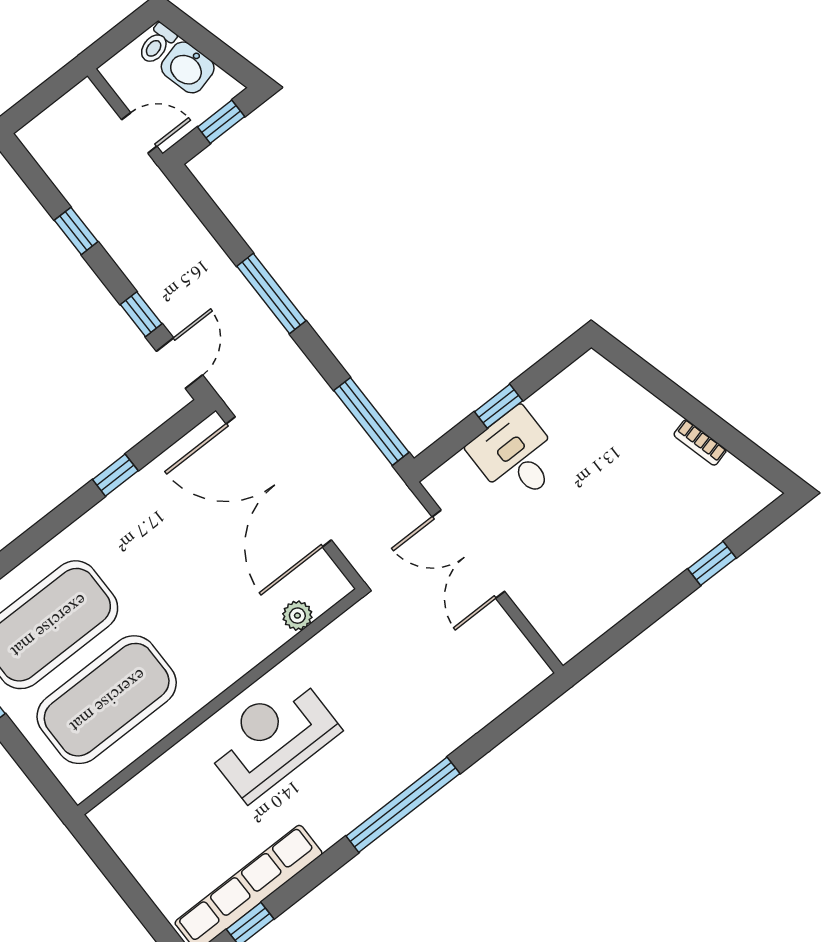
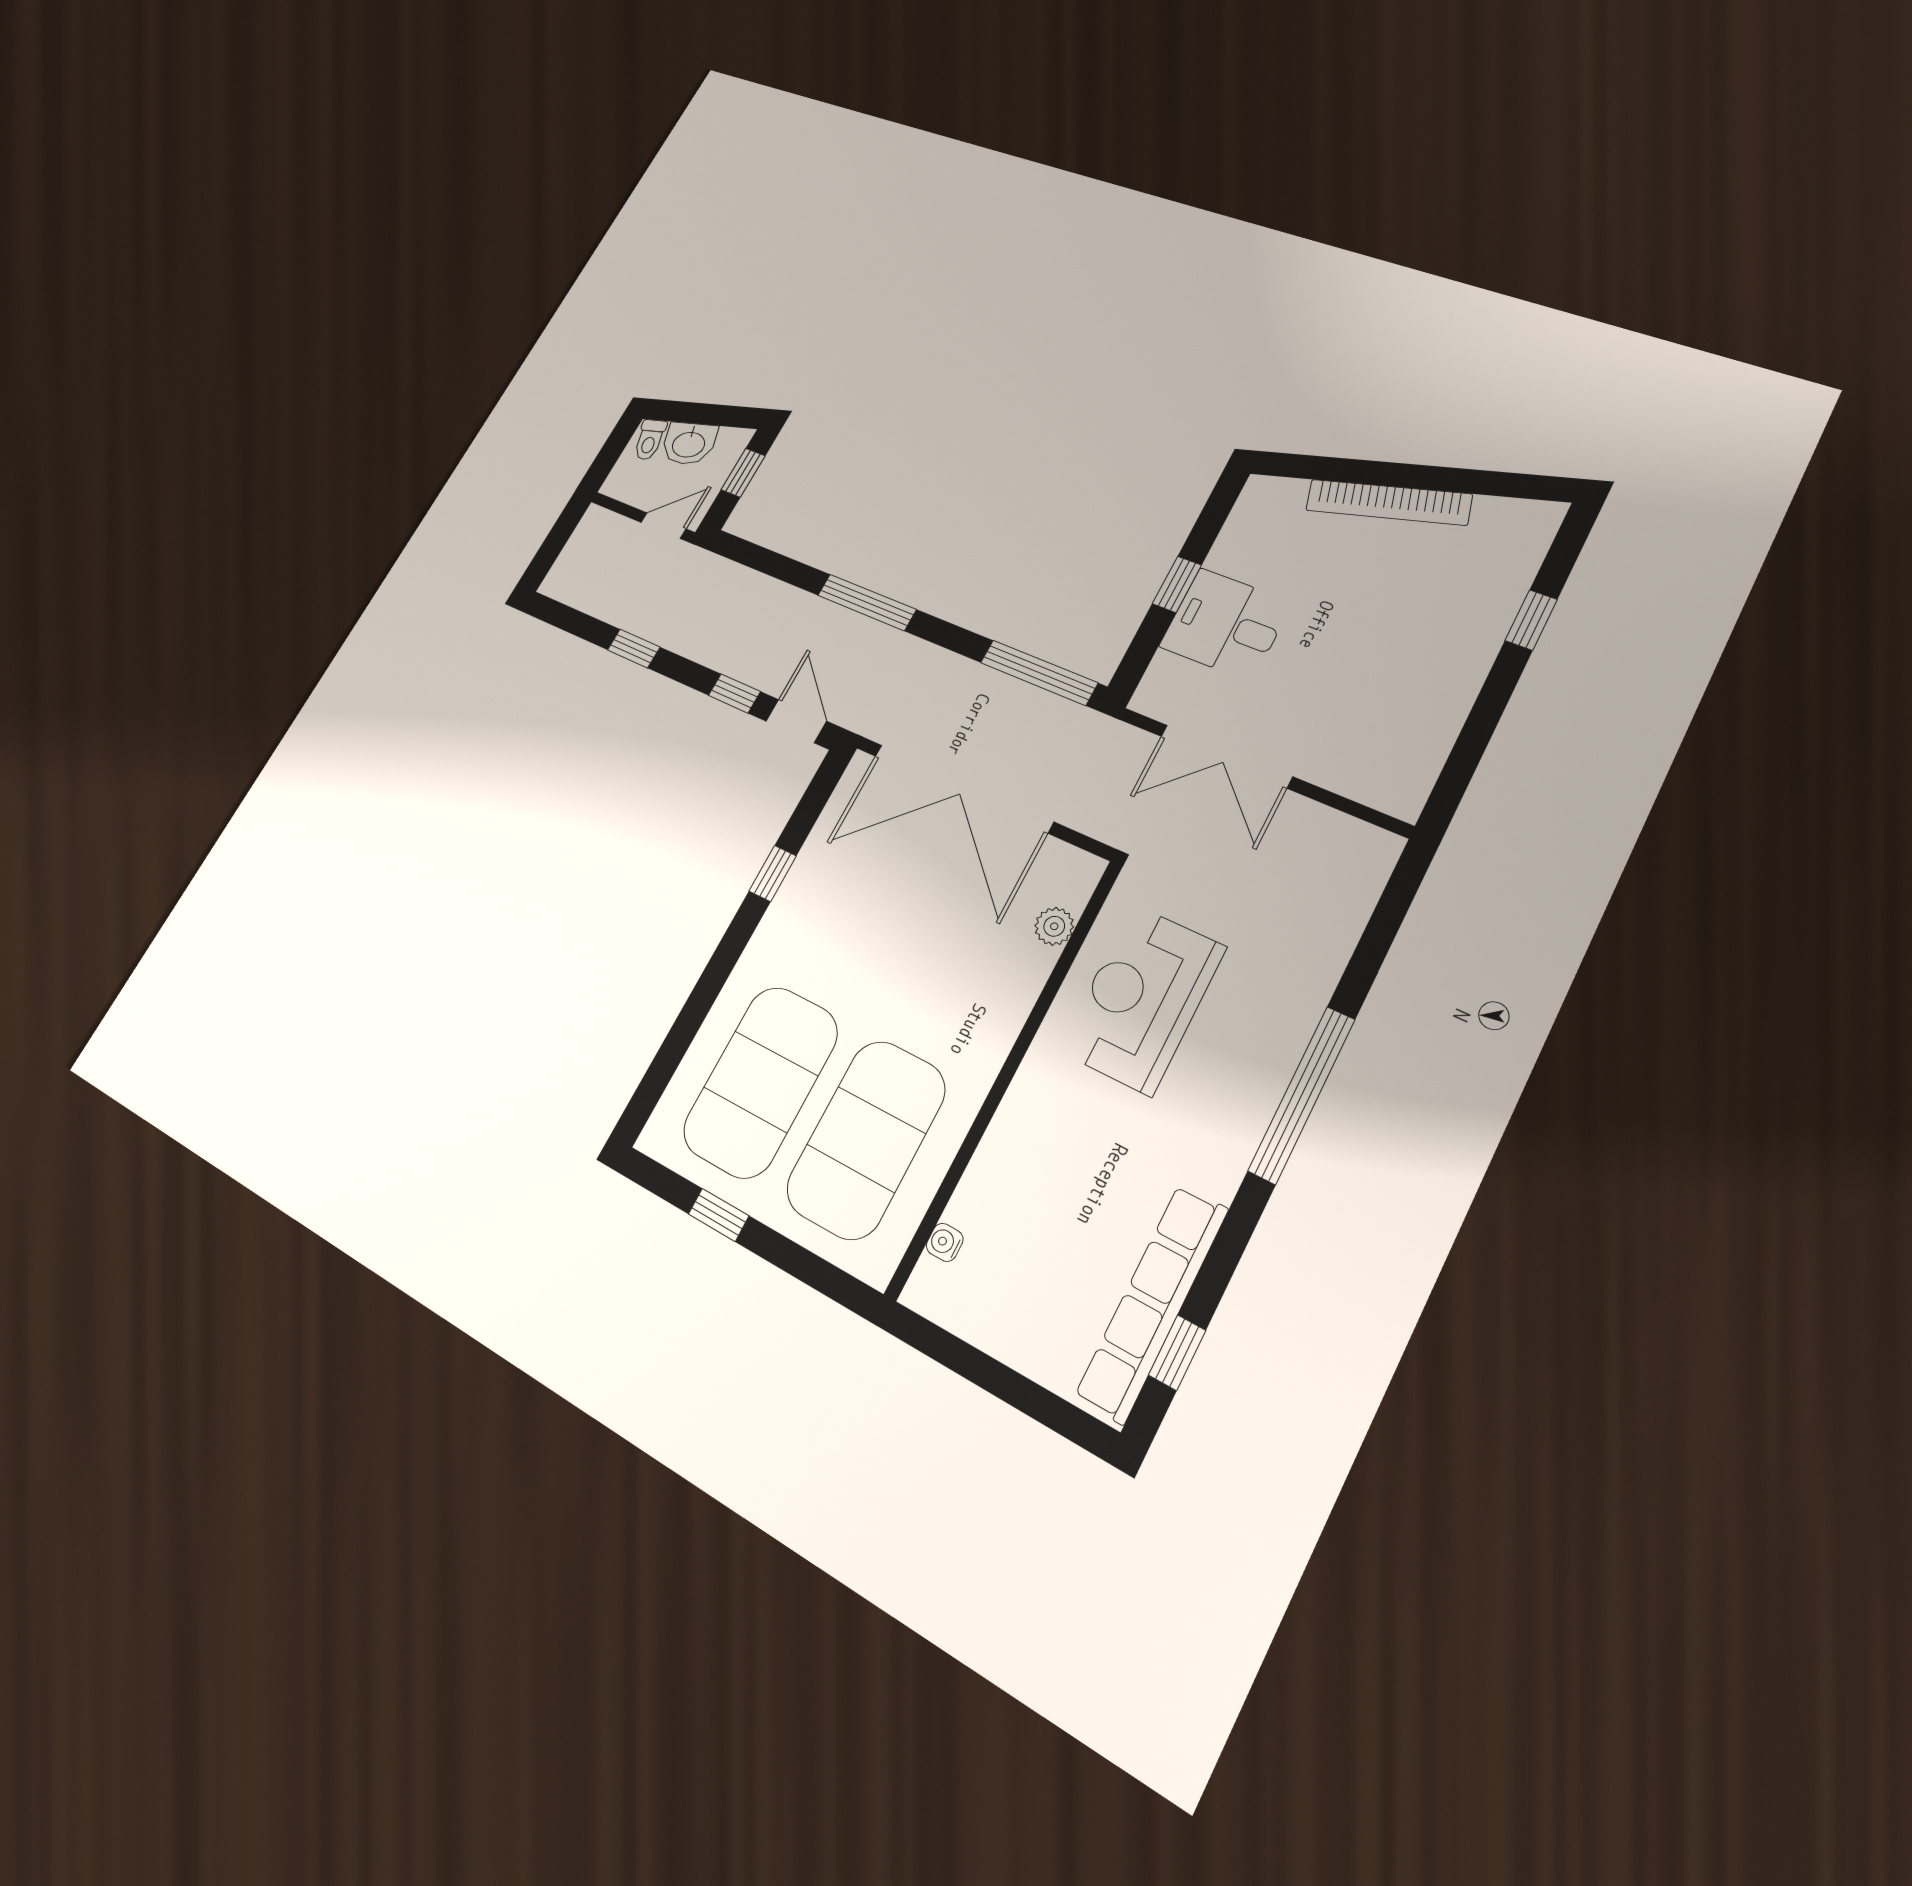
bookcase: (700, 442) -> (1388, 502), width x2.31, depth x1.31
reception desk: (272, 738) -> (1142, 999), moved
water cooler: (132, 792) -> (945, 1242), added

